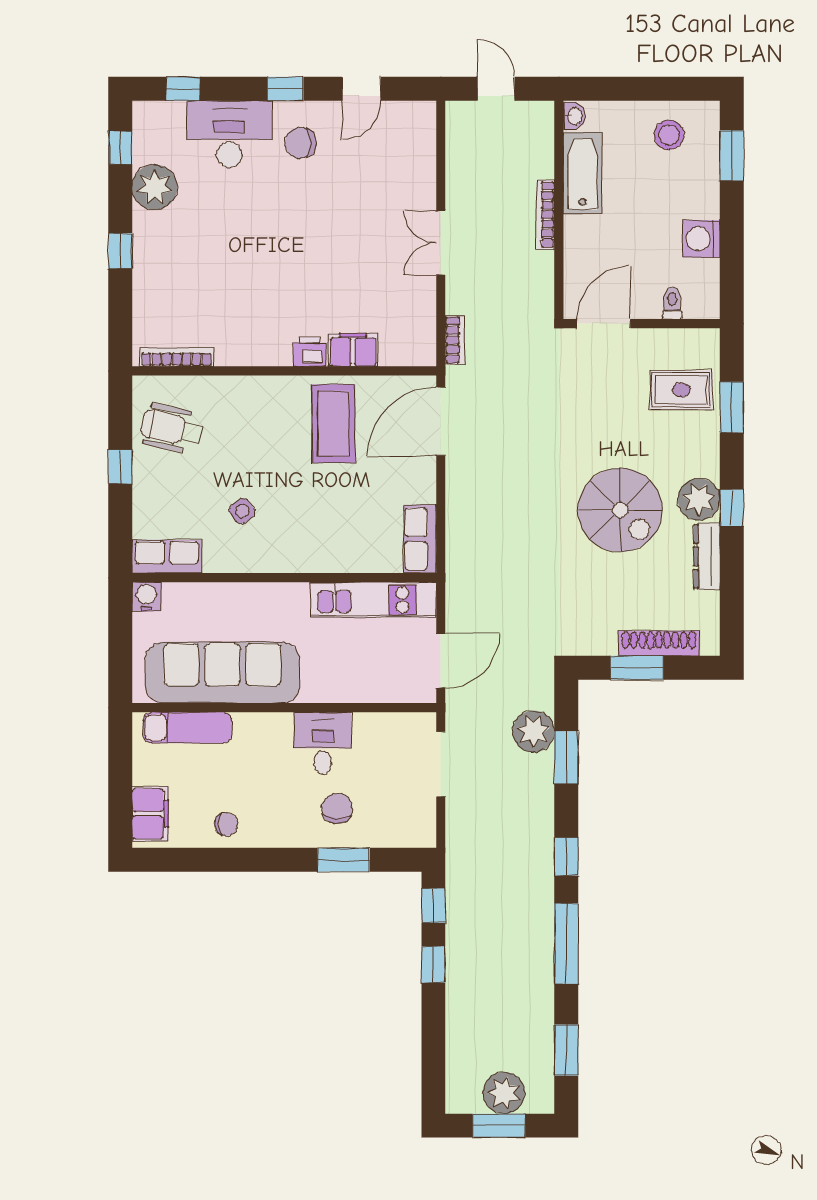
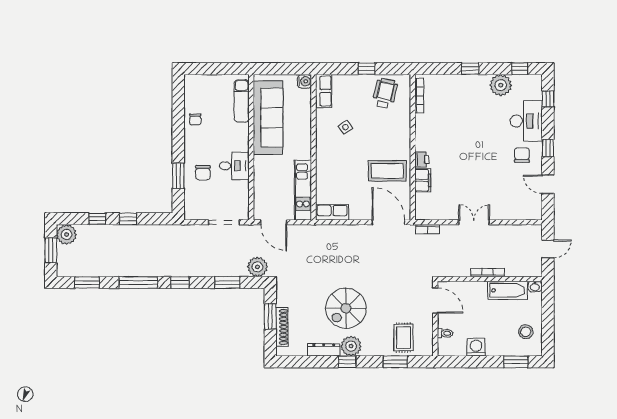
plant: (534, 731) -> (257, 267), moved
chair: (337, 808) -> (203, 173), turned 86
filing cabinet: (150, 814) -> (200, 83), removed
window: (433, 906) -> (97, 219), moved
plant: (504, 1093) -> (67, 234), moved

